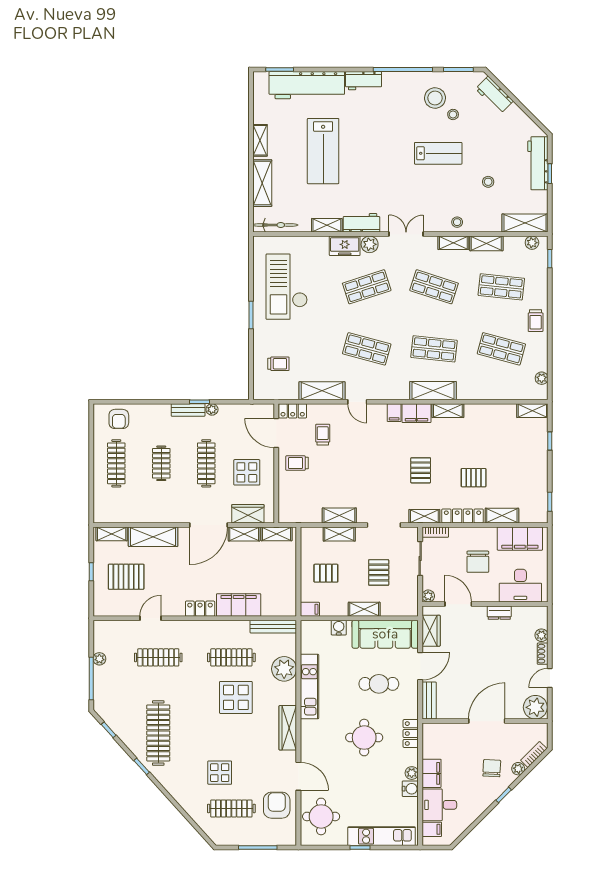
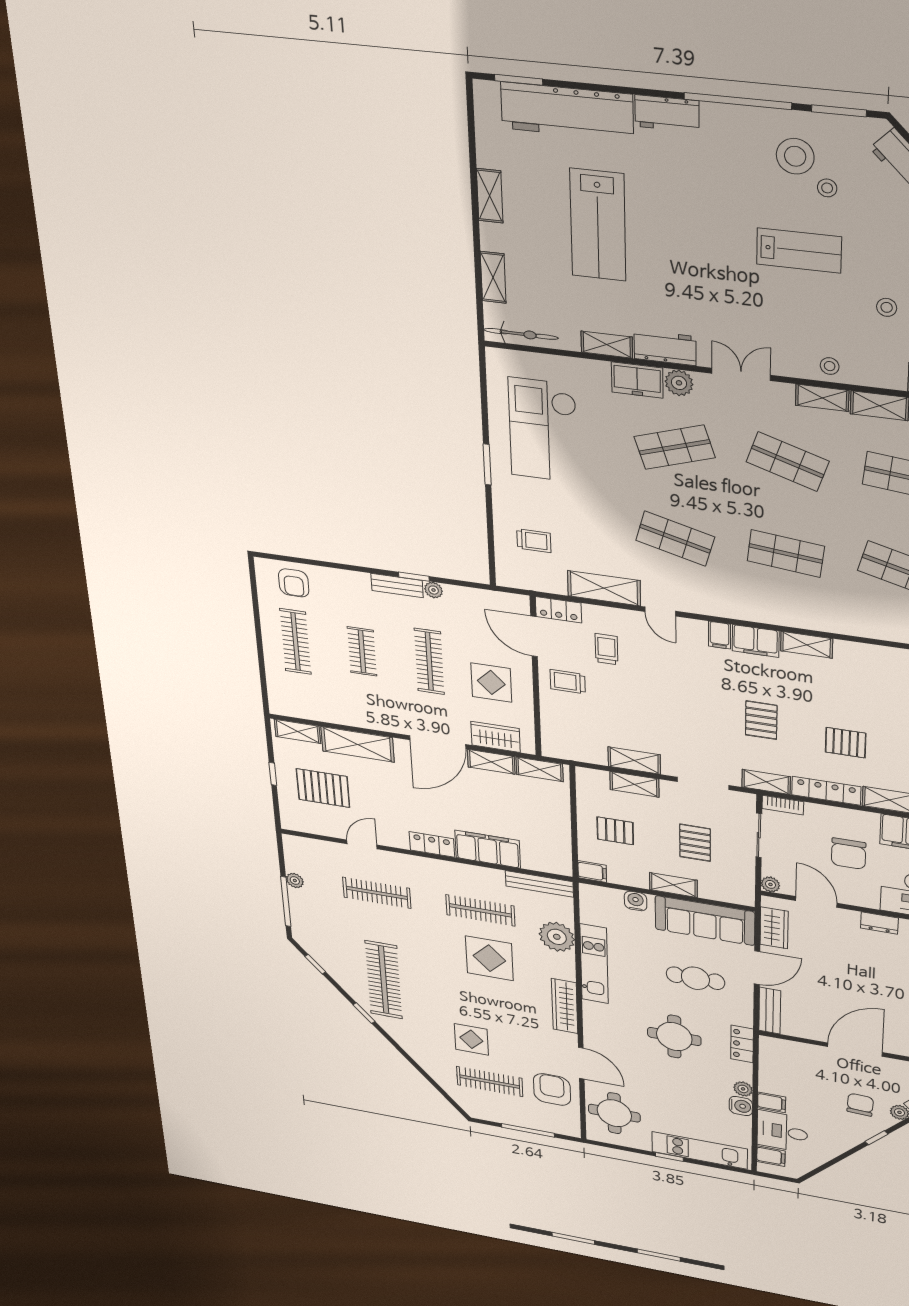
shelving: (262, 183) -> (493, 277), width x0.67, depth x0.75
shelving: (433, 391) -> (783, 613), removed
filing cabinet: (432, 773) -> (772, 1102), width x0.50

